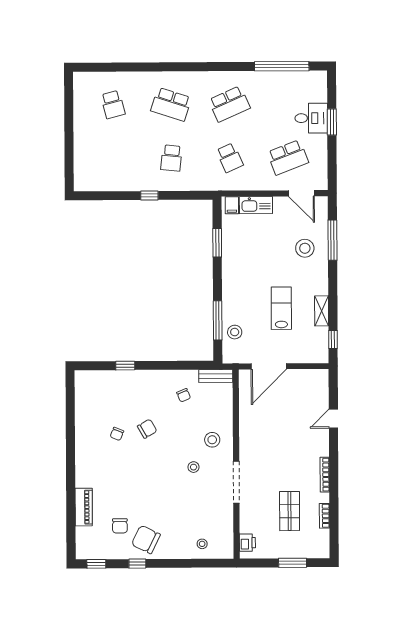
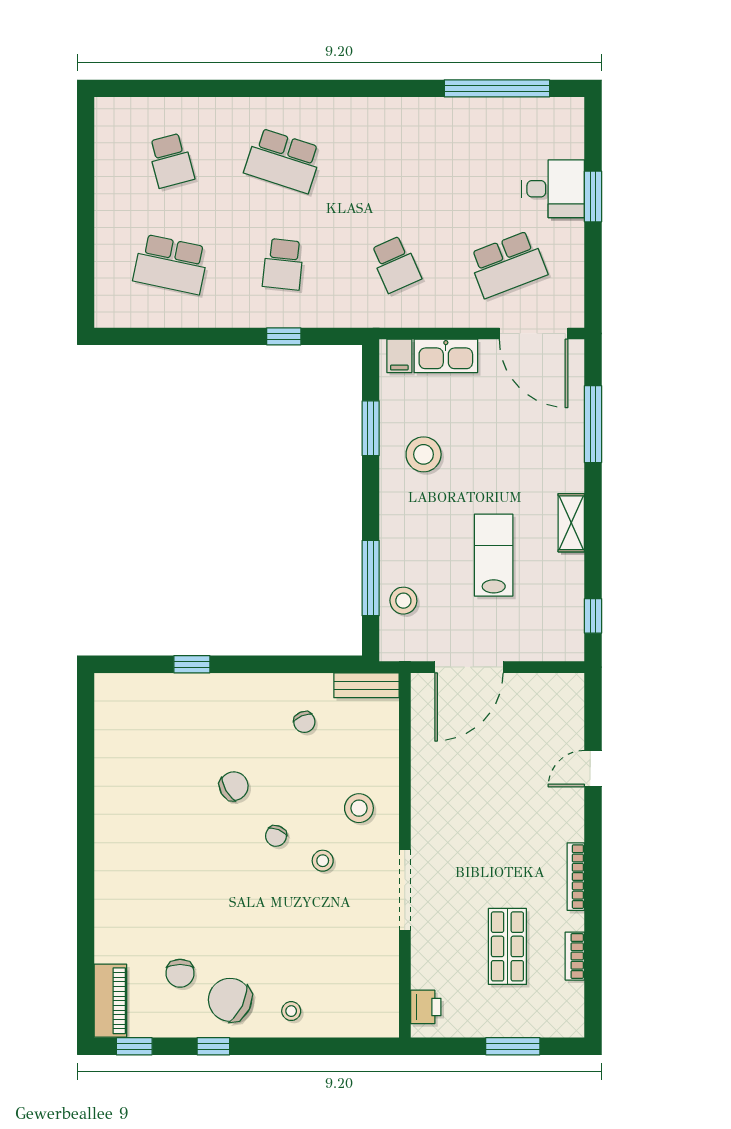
school desk: (229, 104) -> (171, 264), moved, turned 36
door: (301, 193) -> (534, 334), width x1.36
window: (149, 196) -> (284, 336), moved
stool: (305, 248) -> (424, 454), moved
shelving: (322, 311) -> (571, 523), moved
chair: (117, 434) -> (276, 836), moved
piano: (84, 507) -> (110, 1001), moved
stool: (202, 544) -> (291, 1011), moved

